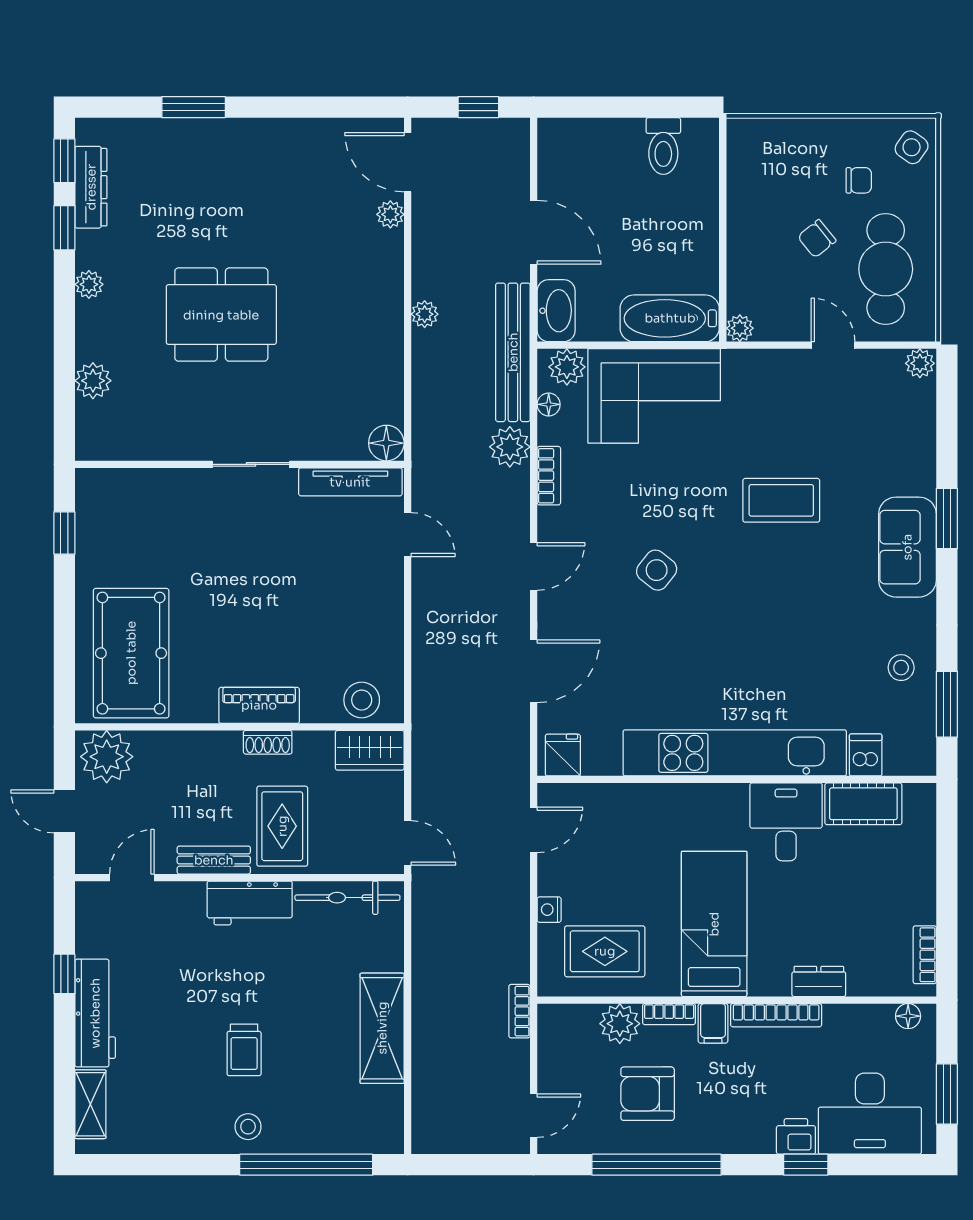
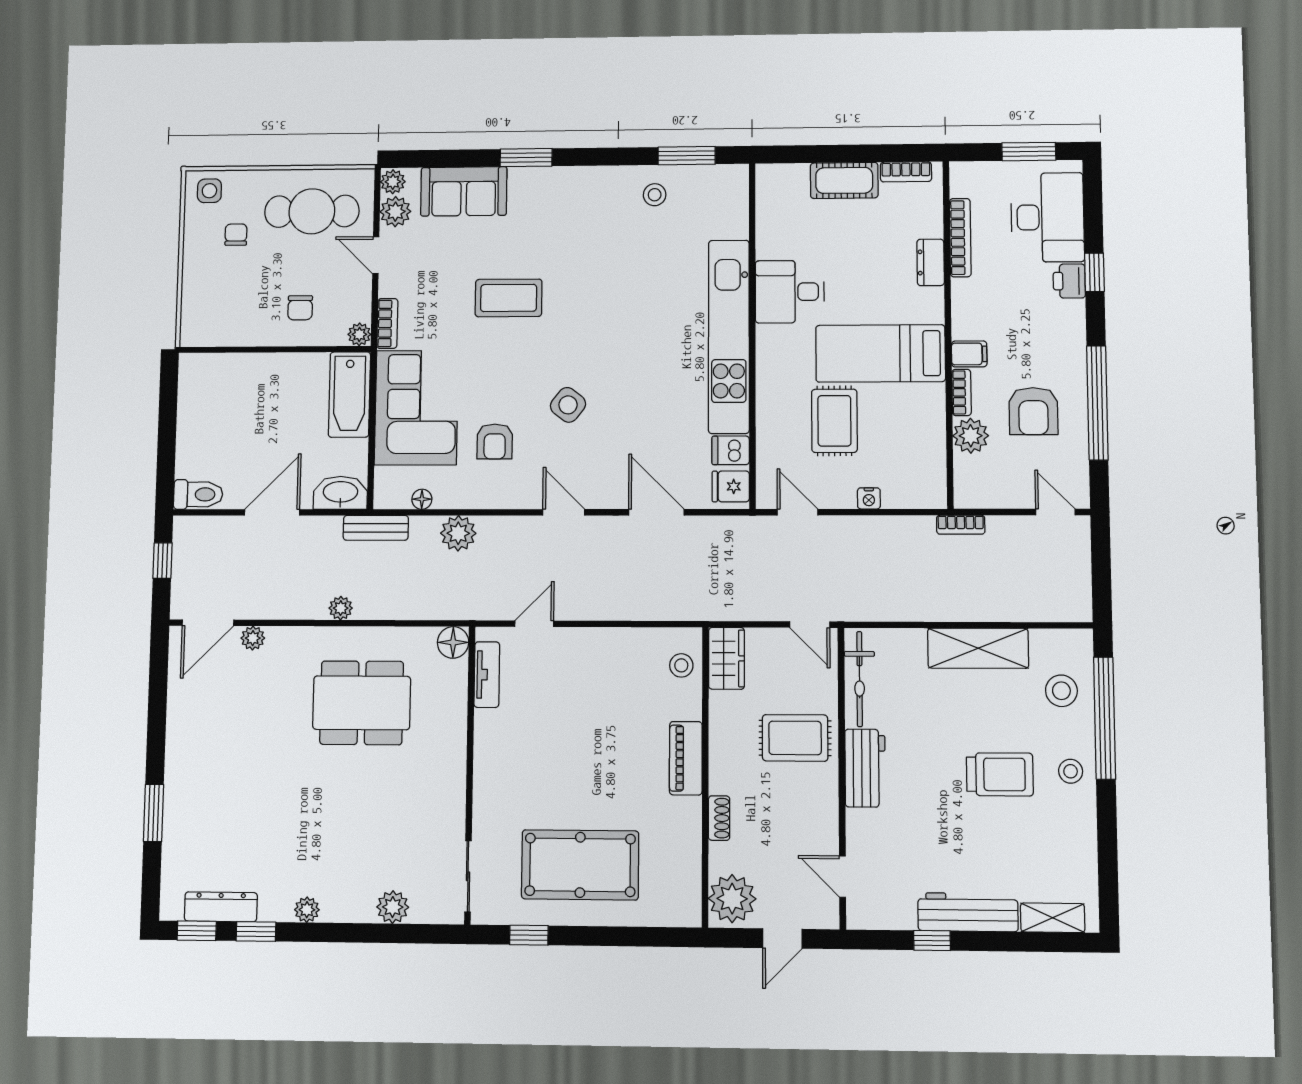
toilet: (663, 146) -> (198, 494), moved
side table: (912, 147) -> (209, 191), turned -35
chair: (817, 239) -> (300, 308), moved, turned 39
dining table: (221, 315) -> (362, 703), moved, turned 90
door: (833, 345) -> (376, 255), hinge flipped
bench: (513, 352) -> (376, 528), width x0.54, depth x0.82
plant: (567, 367) -> (395, 212), moved
sliding door: (251, 464) -> (468, 876), moved
bookcase: (549, 476) -> (387, 323), moved, turned 90
tv unit: (350, 482) -> (487, 675), width x0.71
armchair: (615, 487) -> (495, 441), added
coffee table: (781, 500) -> (509, 298), turned 90
sofa: (907, 547) -> (464, 191), moved
pool table: (131, 653) -> (580, 865), moved
stool: (362, 700) -> (681, 665), width x0.73, depth x0.73
shoe rack: (268, 742) -> (719, 818), moved
dishwasher: (866, 755) -> (731, 450), moved
cot: (863, 804) -> (844, 180), moved, turned 90
door: (408, 843) -> (810, 625), swing flipped
bench: (214, 860) -> (826, 801), removed
rug: (605, 951) -> (834, 421), moved
bookcase: (776, 1015) -> (960, 238), moved
floor lamp: (908, 1016) -> (960, 185), removed
trolley: (244, 1050) -> (1000, 774), width x1.36, depth x1.39
stool: (336, 1118) -> (1061, 691), added

